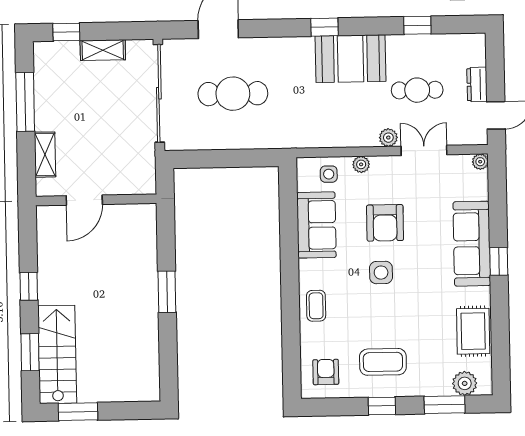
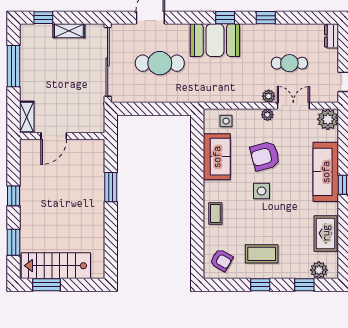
window: (417, 25) -> (266, 18), moved
booth: (350, 59) -> (215, 40), moved
dresser: (477, 85) -> (332, 36), moved
shelving: (45, 155) -> (27, 117), moved
plant: (480, 162) -> (328, 119), width x1.88, depth x1.88
plant: (361, 164) -> (267, 115), moved
armchair: (385, 223) -> (265, 156), turned 75
window: (167, 292) -> (111, 187), moved
stairs: (57, 354) -> (56, 266), moved, turned -90
armchair: (326, 372) -> (221, 260), turned 120
window: (445, 405) -> (304, 285), width x0.67

